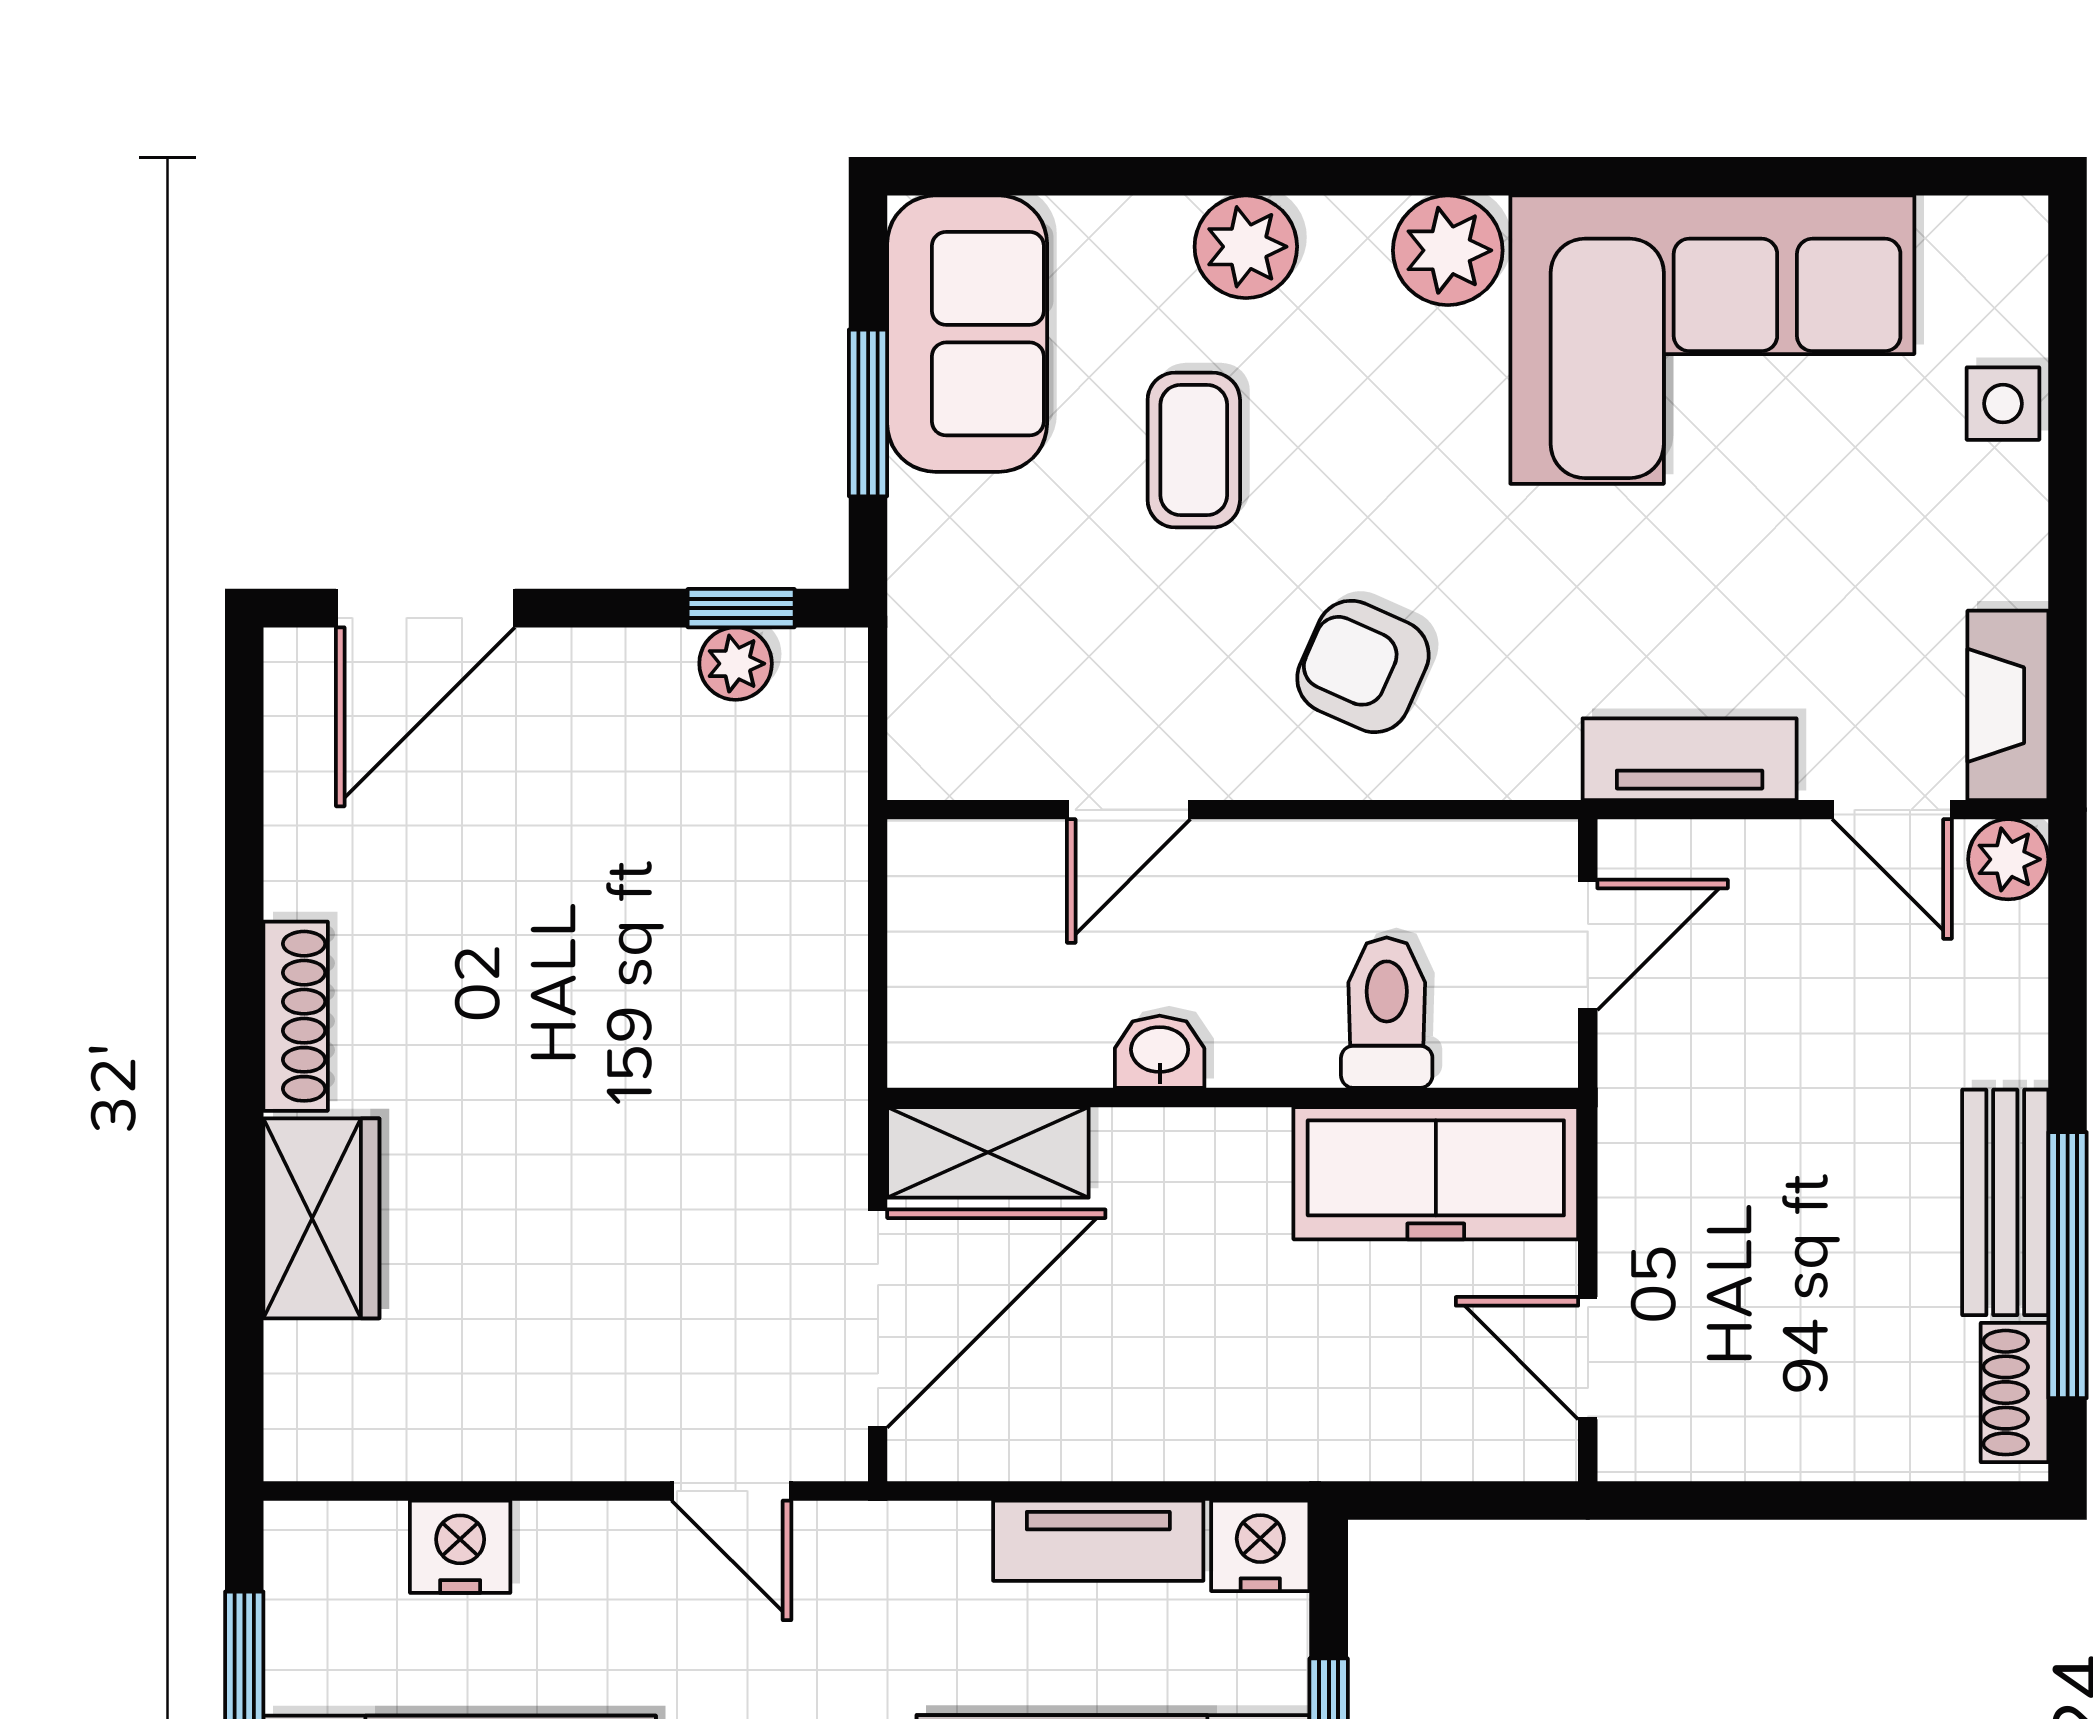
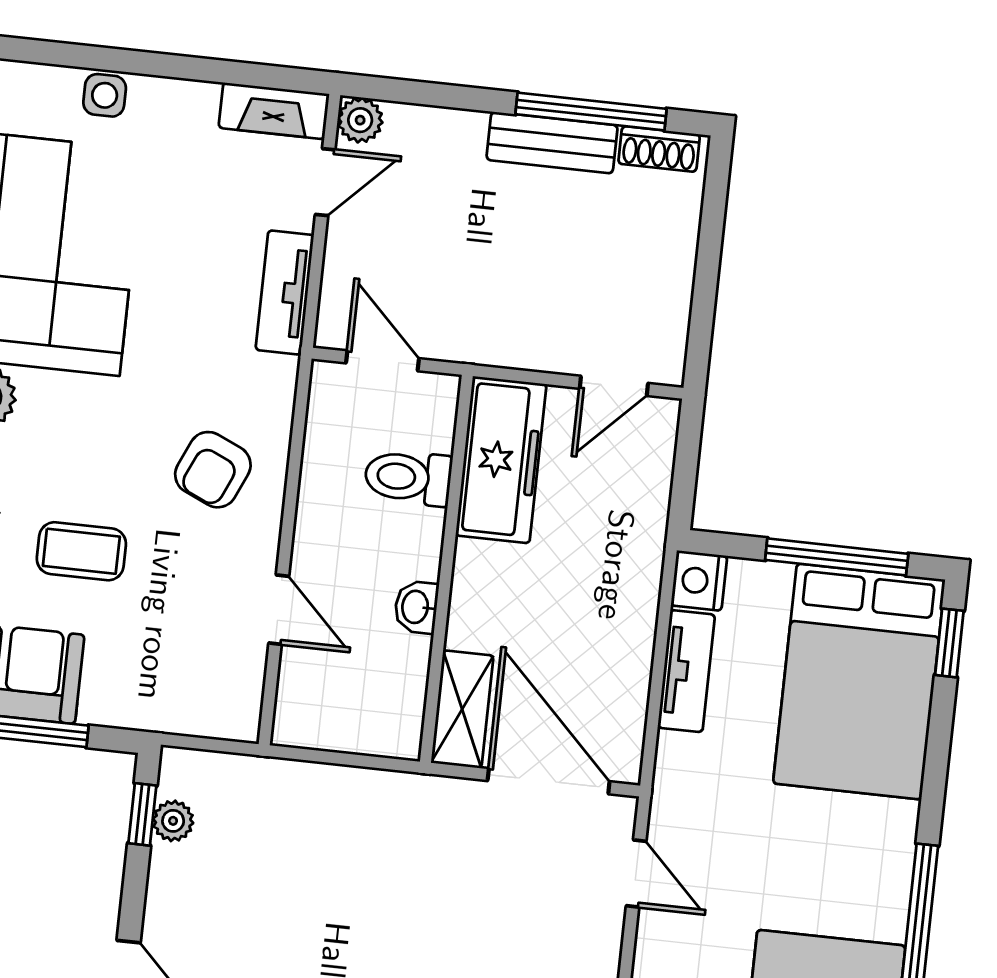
door: (732, 1491) -> (636, 873), hinge flipped

